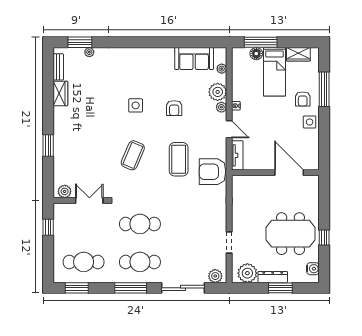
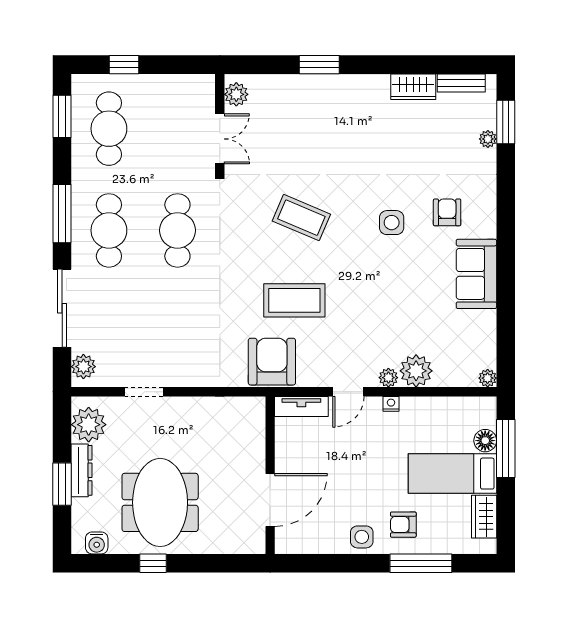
sofa: (194, 58) -> (476, 274), moved
plant: (222, 69) -> (488, 378), moved
armchair: (174, 108) -> (447, 212), moved, turned 90
window: (48, 227) -> (124, 65), moved

